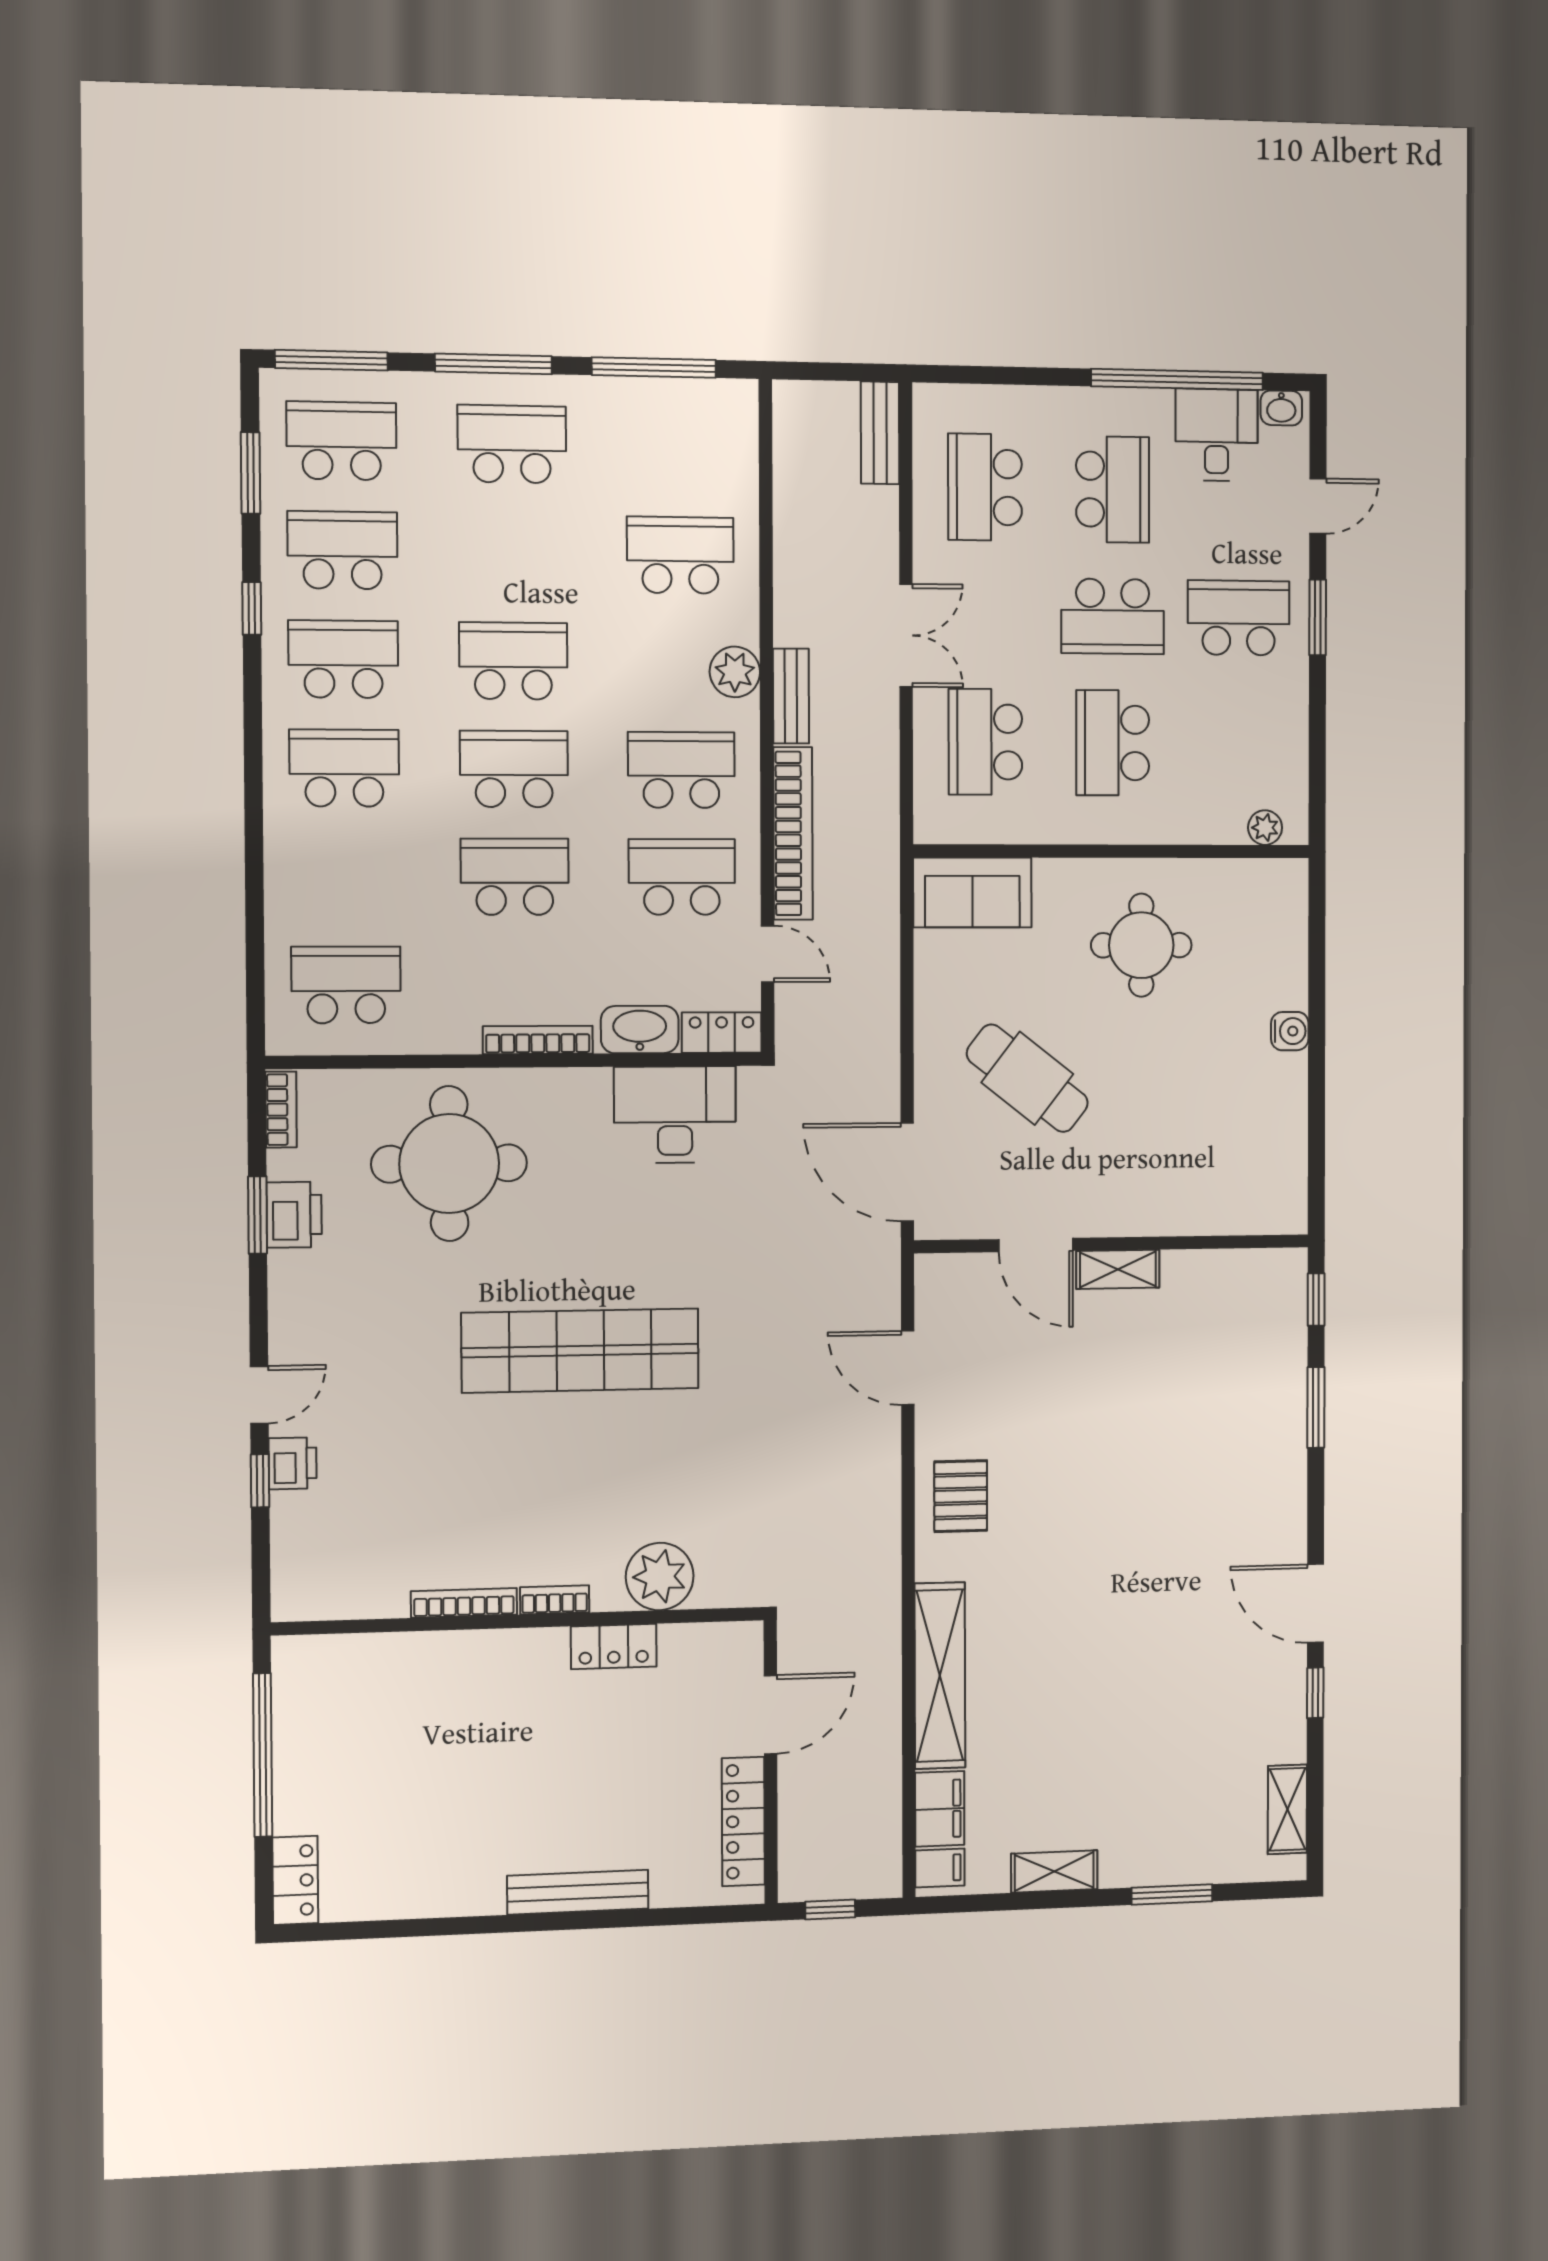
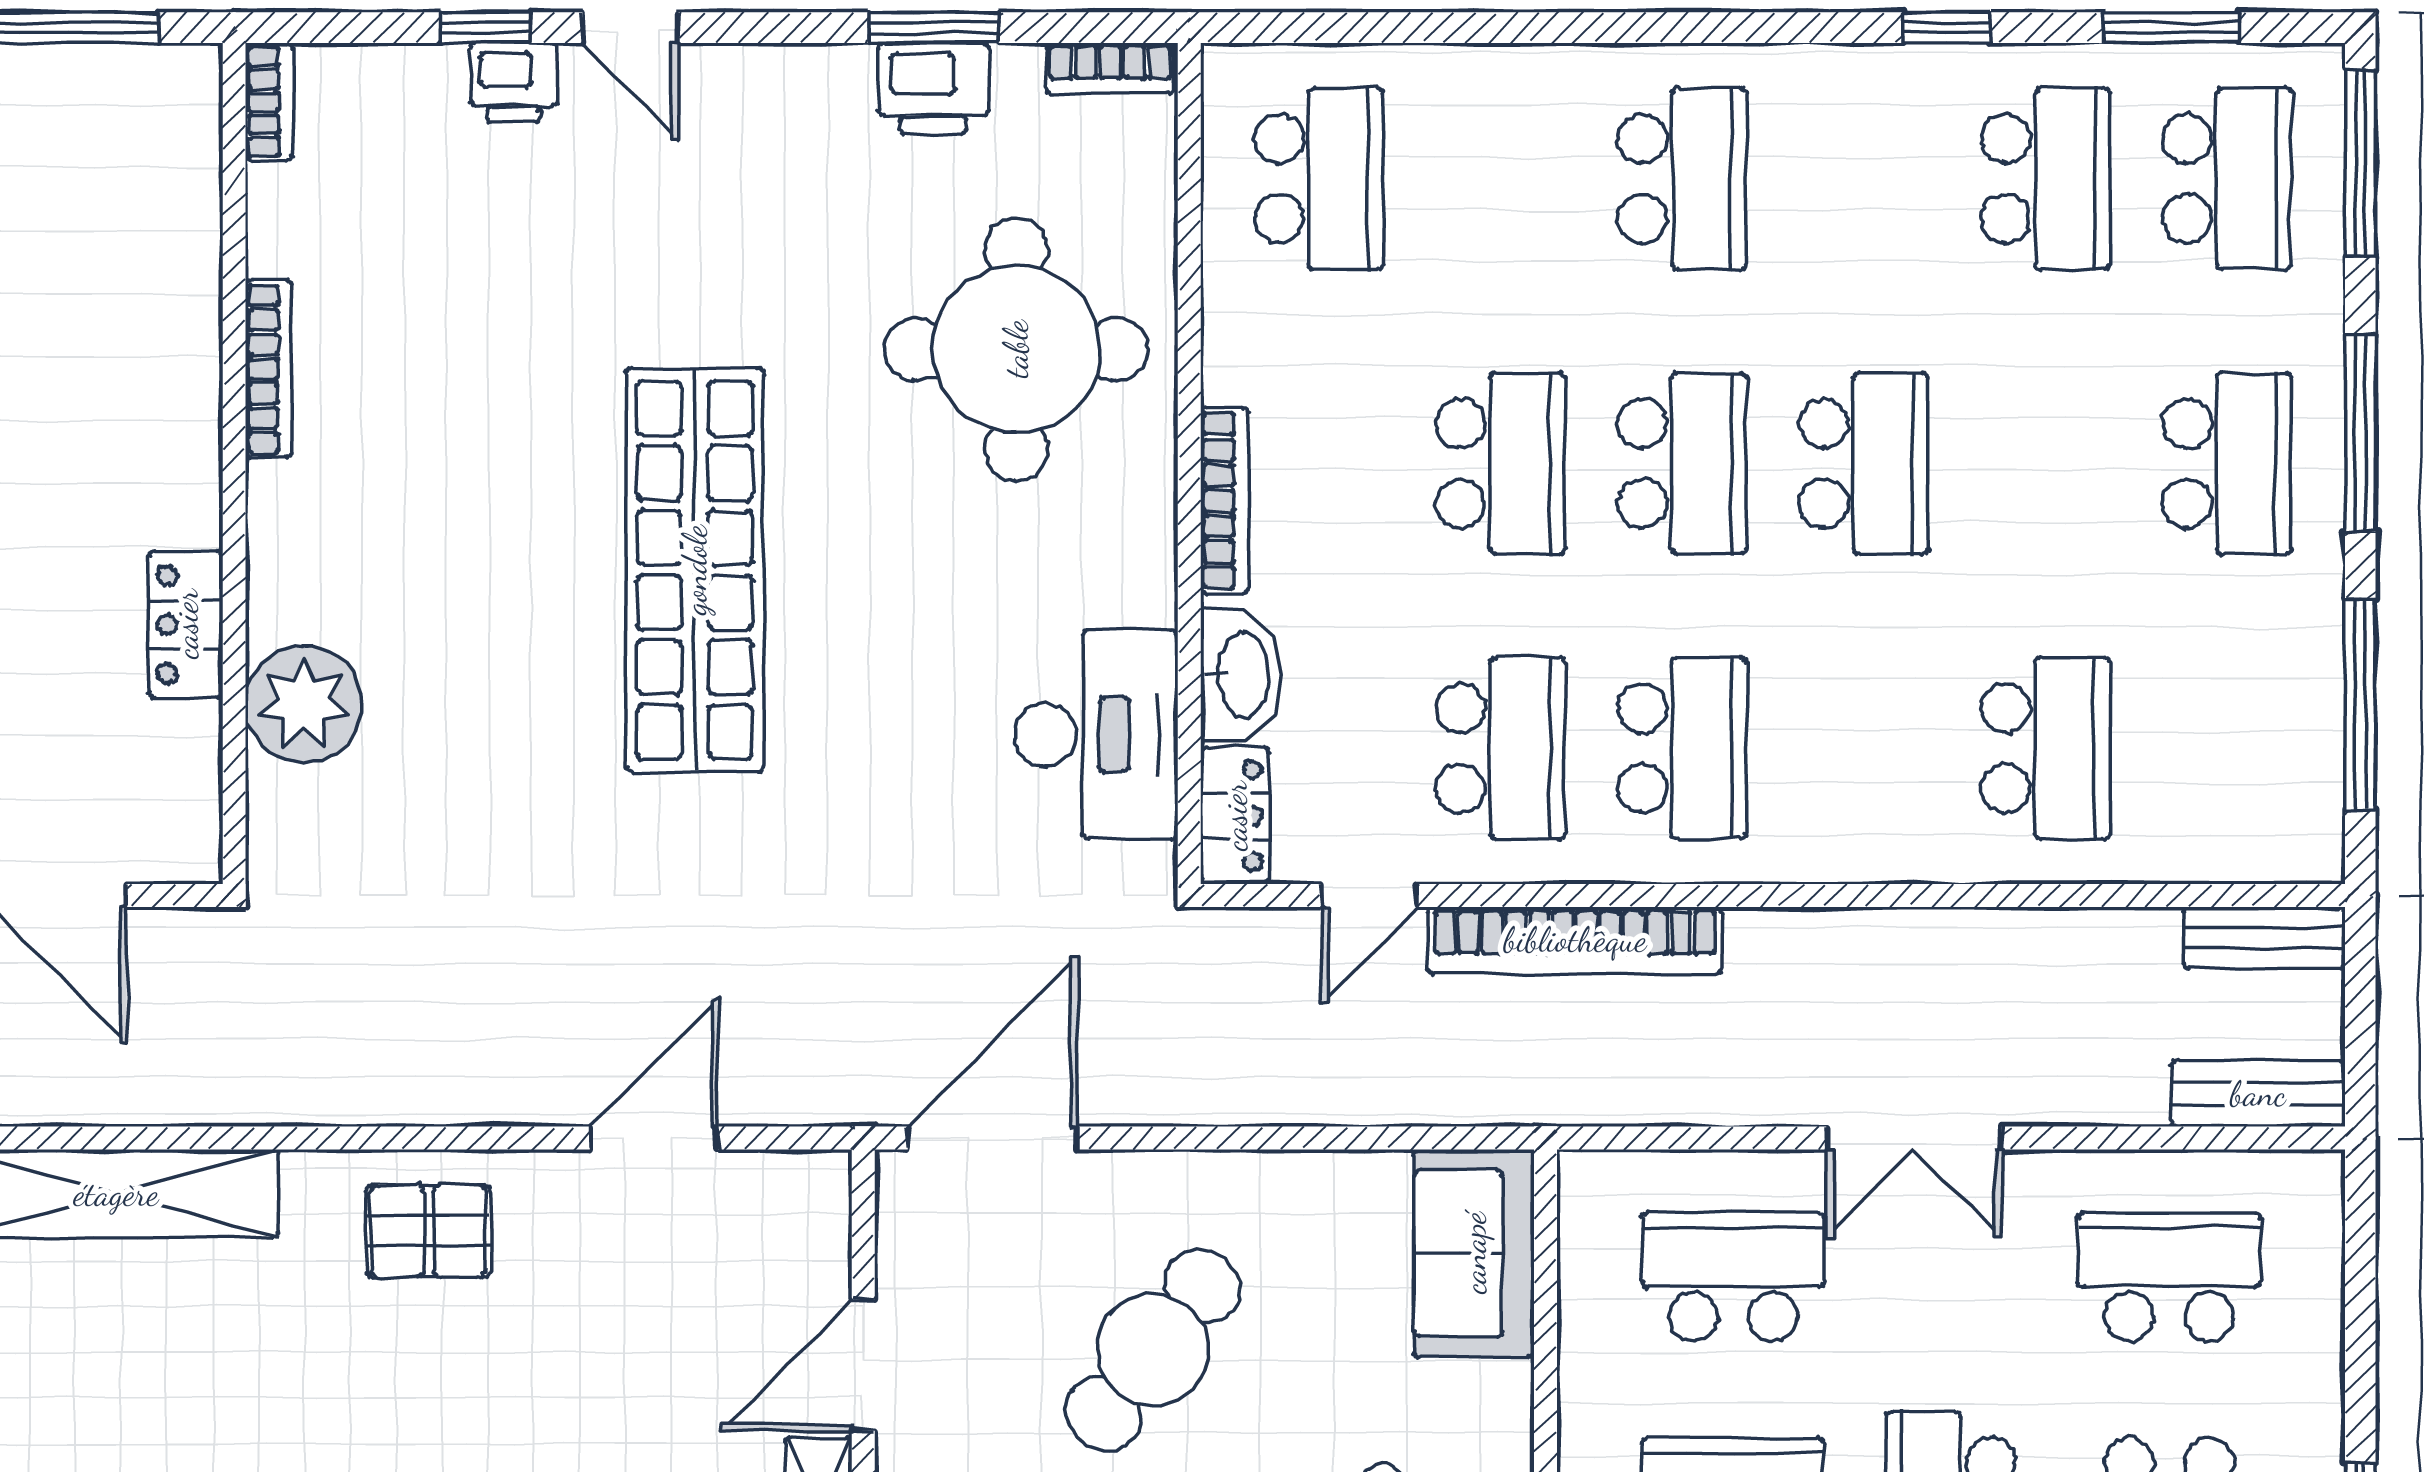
school desk: (343, 659) -> (1864, 179), removed
plant: (735, 672) -> (1849, 841), removed
bench: (791, 696) -> (2264, 938), moved
bookcase: (555, 1600) -> (269, 102), moved

